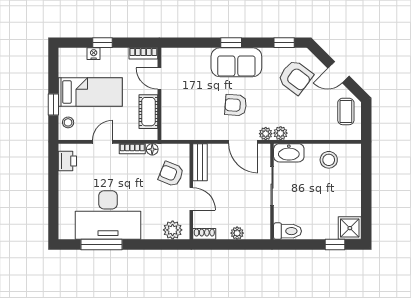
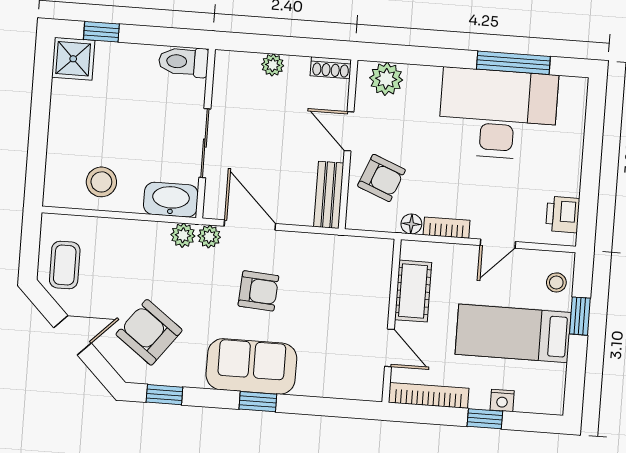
bookcase: (143, 53) -> (429, 395), width x1.56

